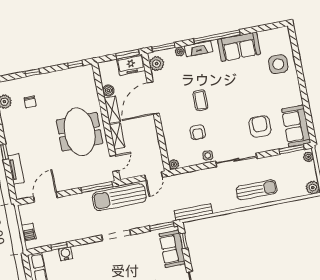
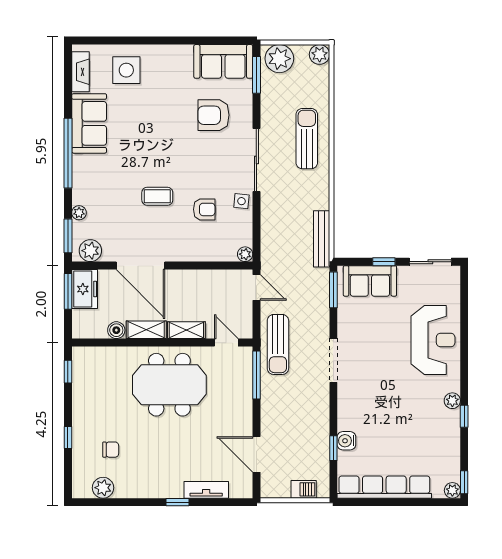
fireplace: (199, 49) -> (80, 72), moved
plant: (308, 157) -> (279, 59), width x1.88, depth x1.88
sun lounger: (119, 197) -> (278, 344), width x0.73, depth x0.75
window: (184, 241) -> (384, 262), moved

